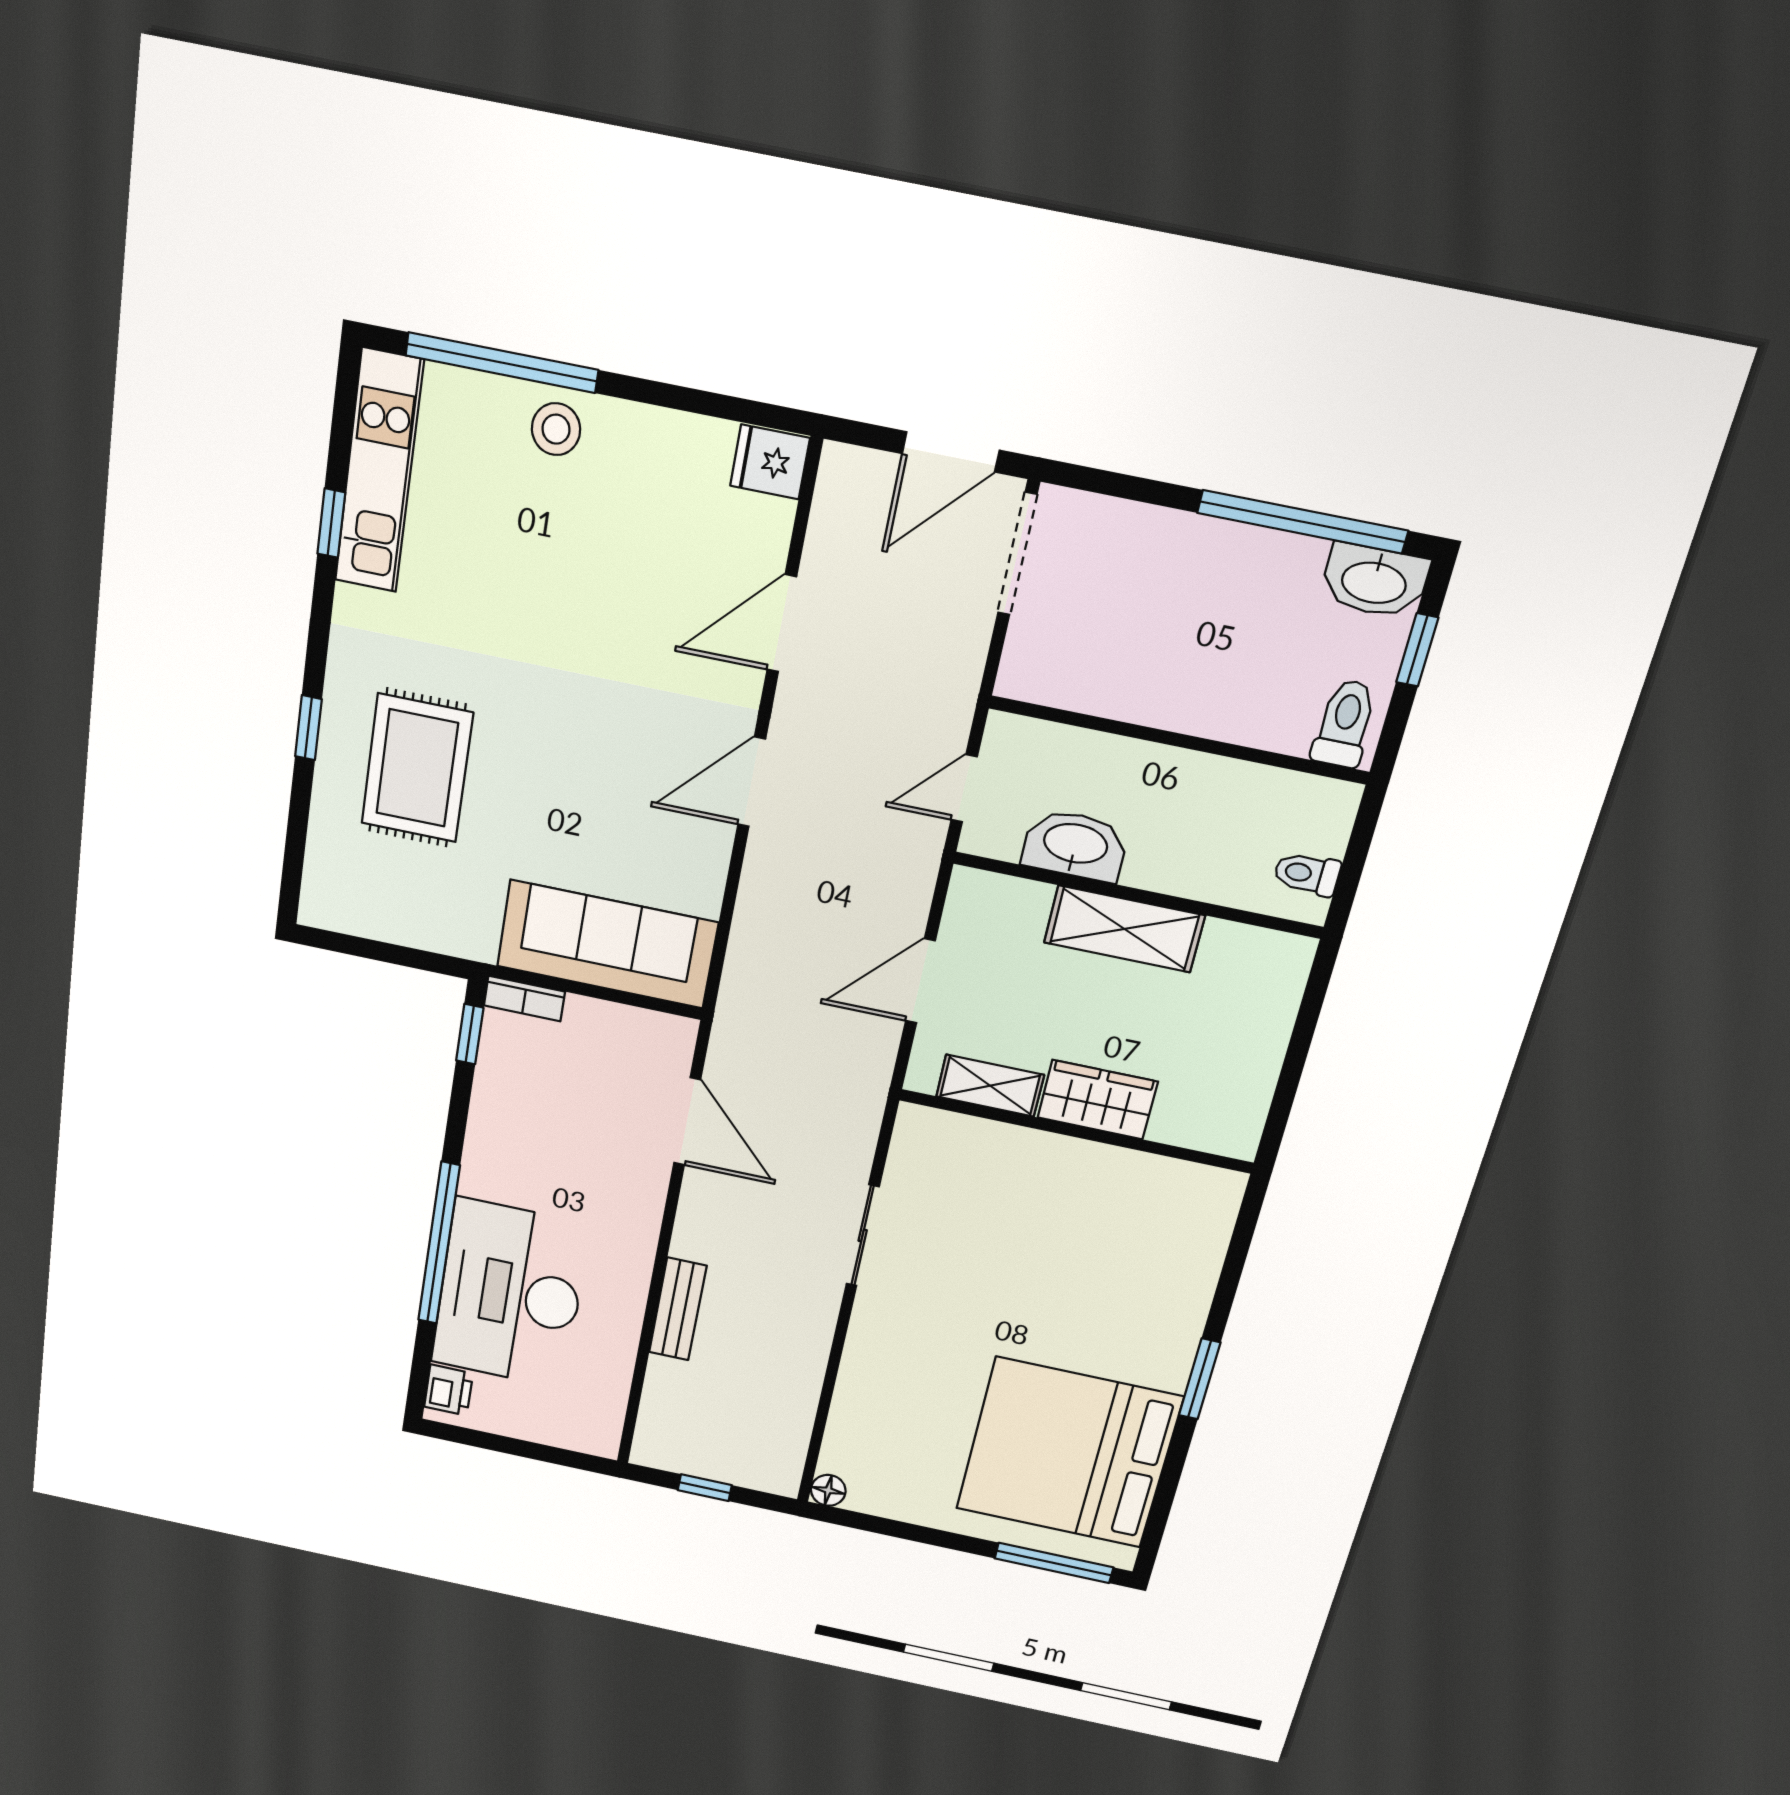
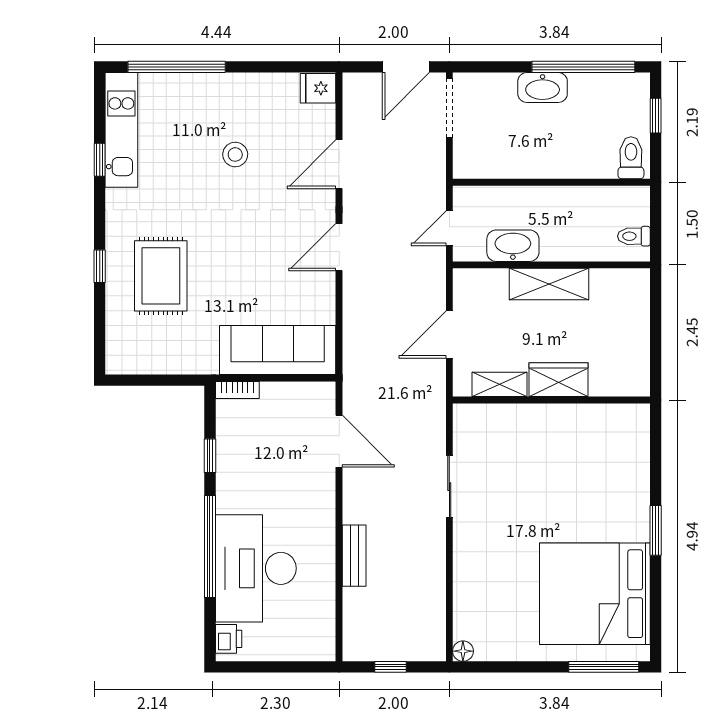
stool: (556, 429) -> (235, 154), moved
washbasin: (1374, 581) -> (543, 88), moved
window: (470, 1034) -> (210, 456), moved

